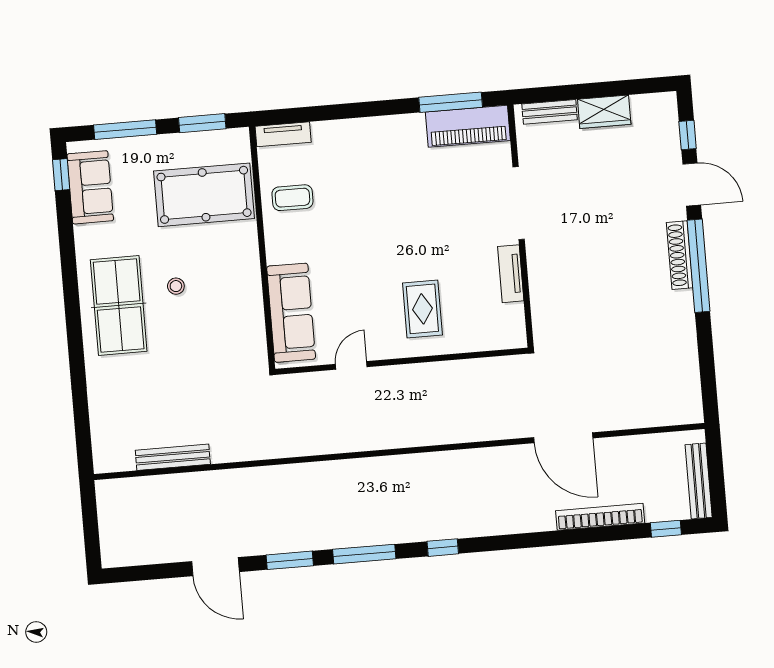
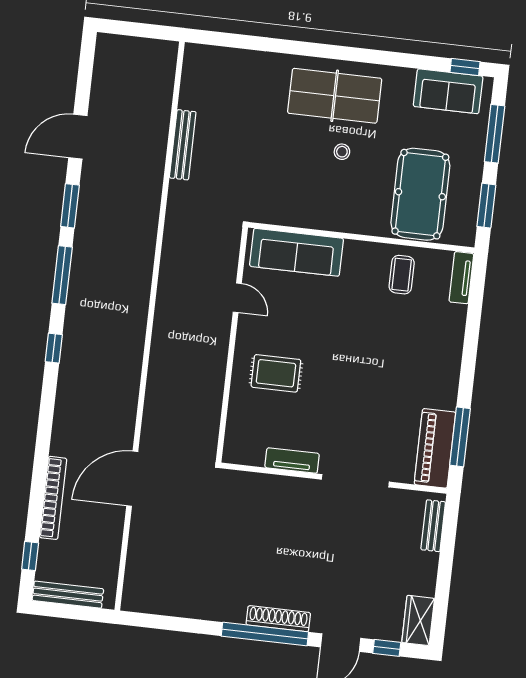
wardrobe: (604, 112) -> (418, 620), moved
bench: (173, 457) -> (183, 145), moved

